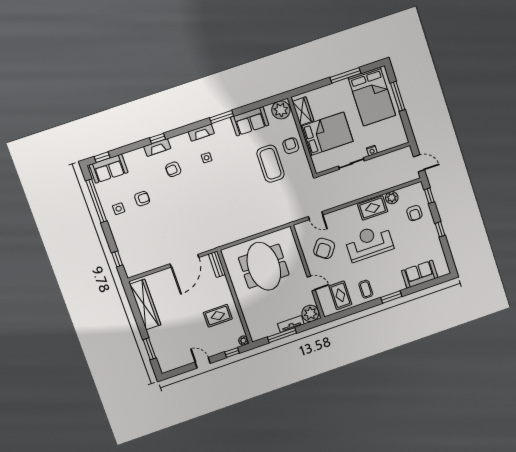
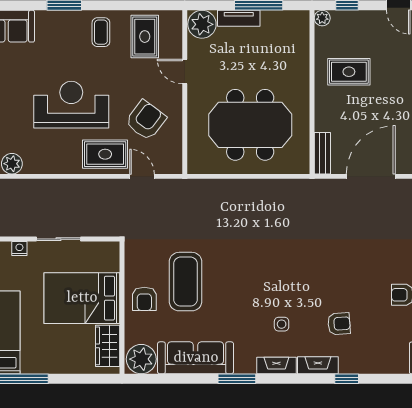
sofa: (250, 121) -> (196, 358), width x1.36
fireplace: (157, 147) -> (318, 365), moved
rug: (373, 208) -> (105, 154), moved
reception desk: (369, 243) -> (71, 105), turned 180
meeting table: (264, 266) -> (250, 125), turned 90

